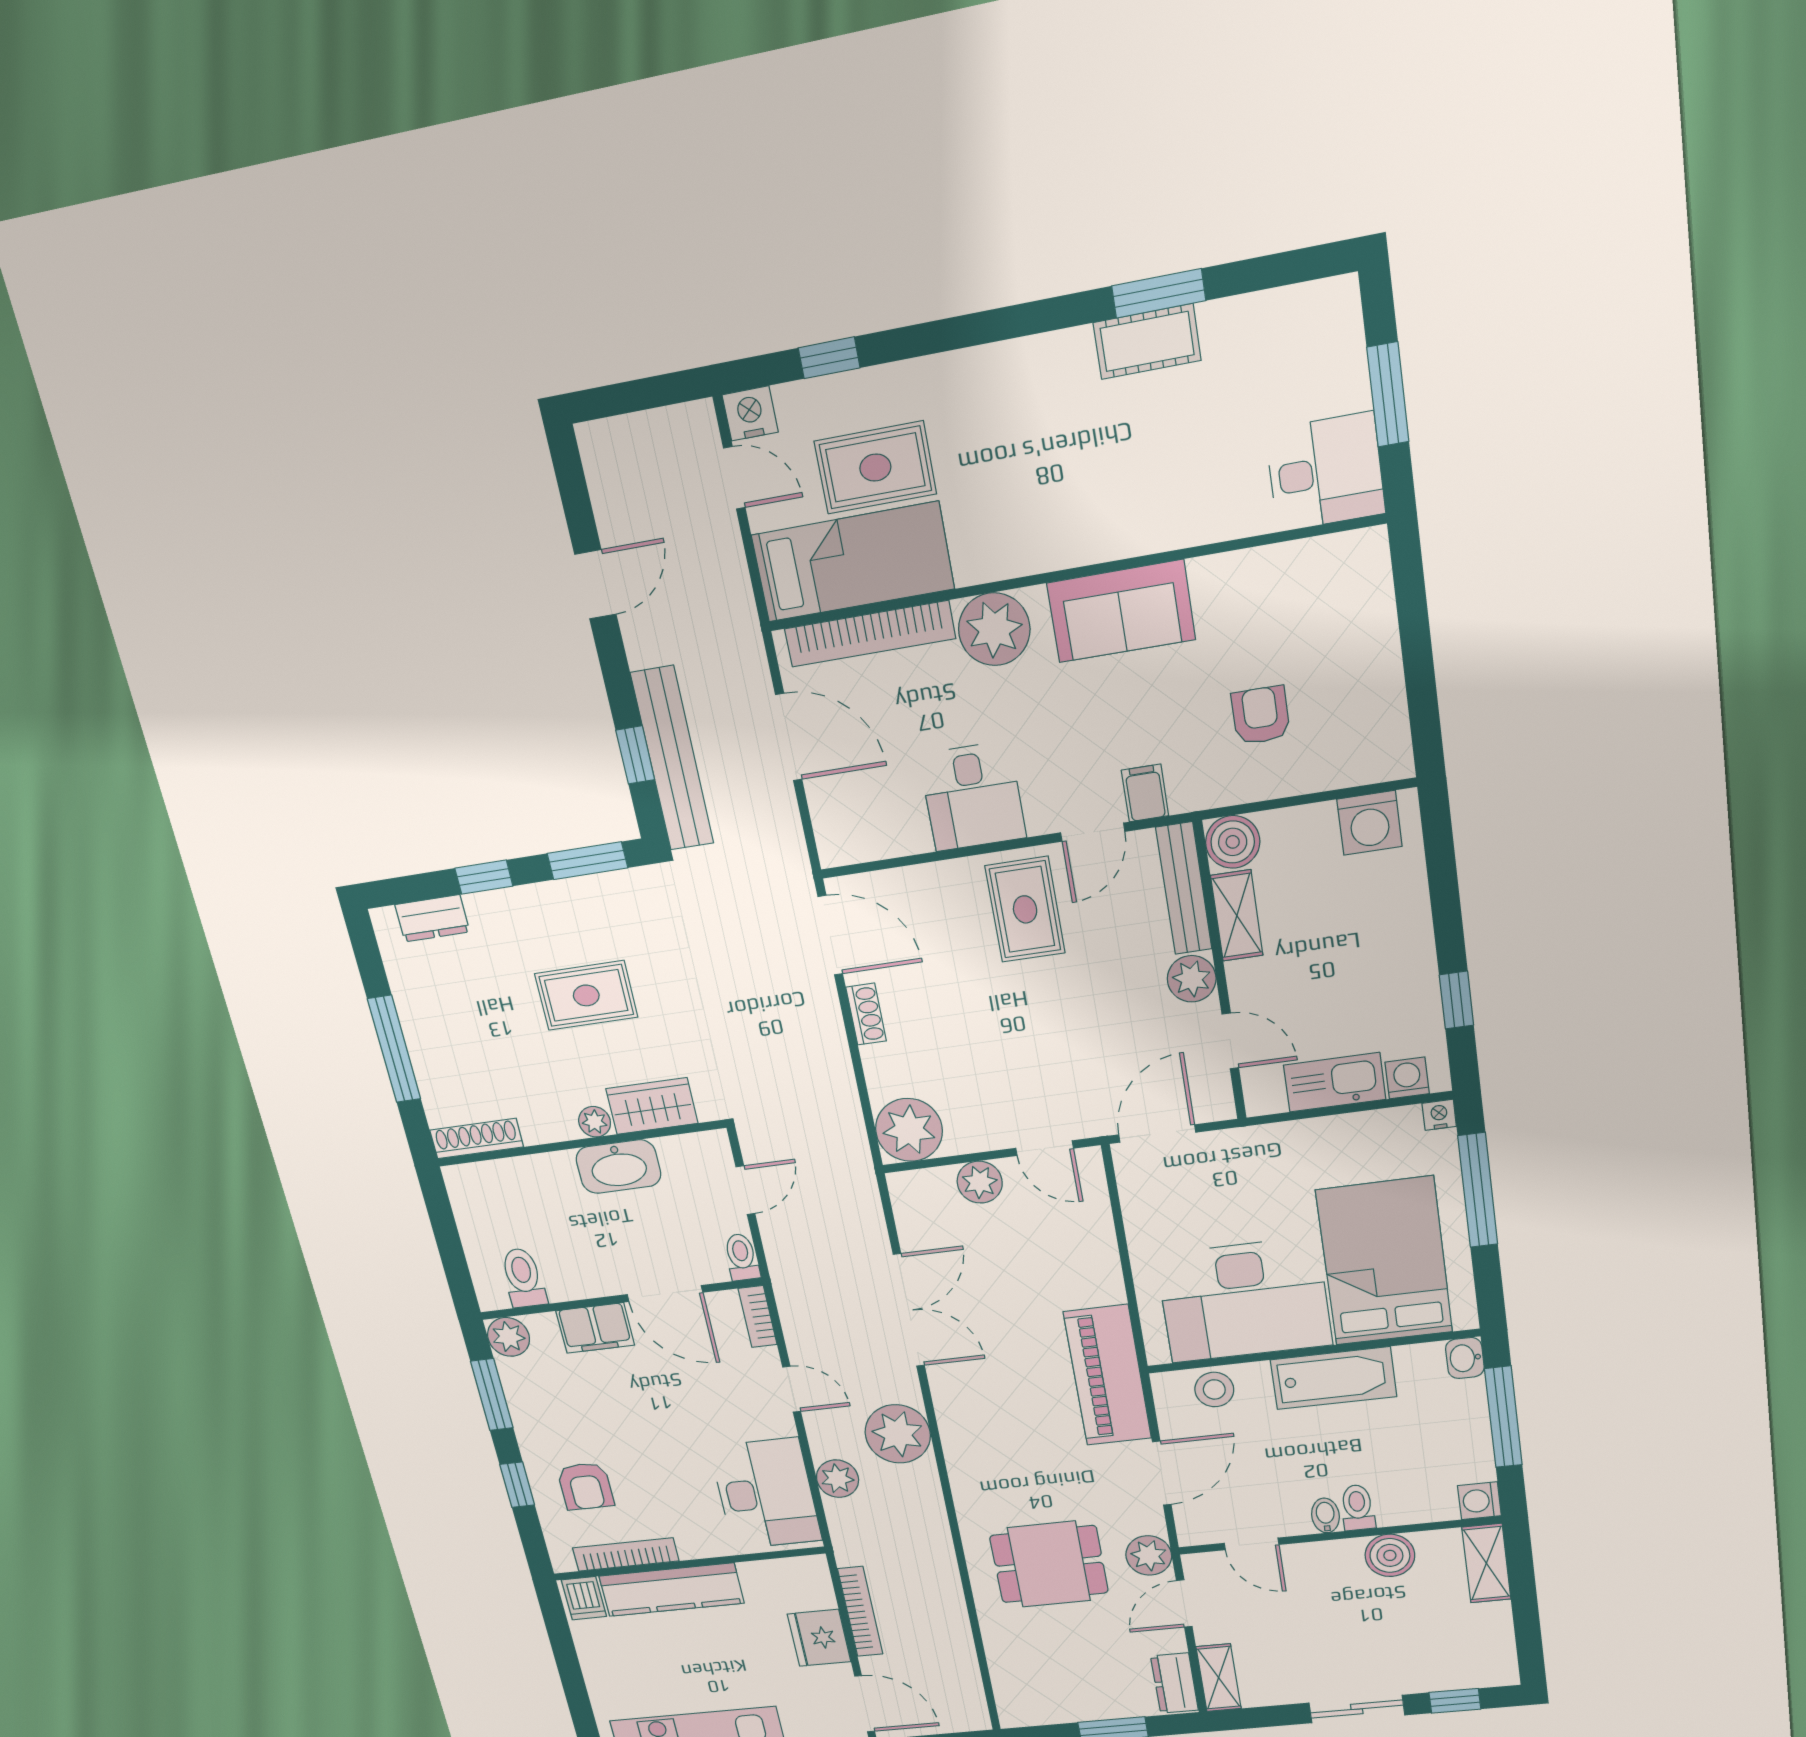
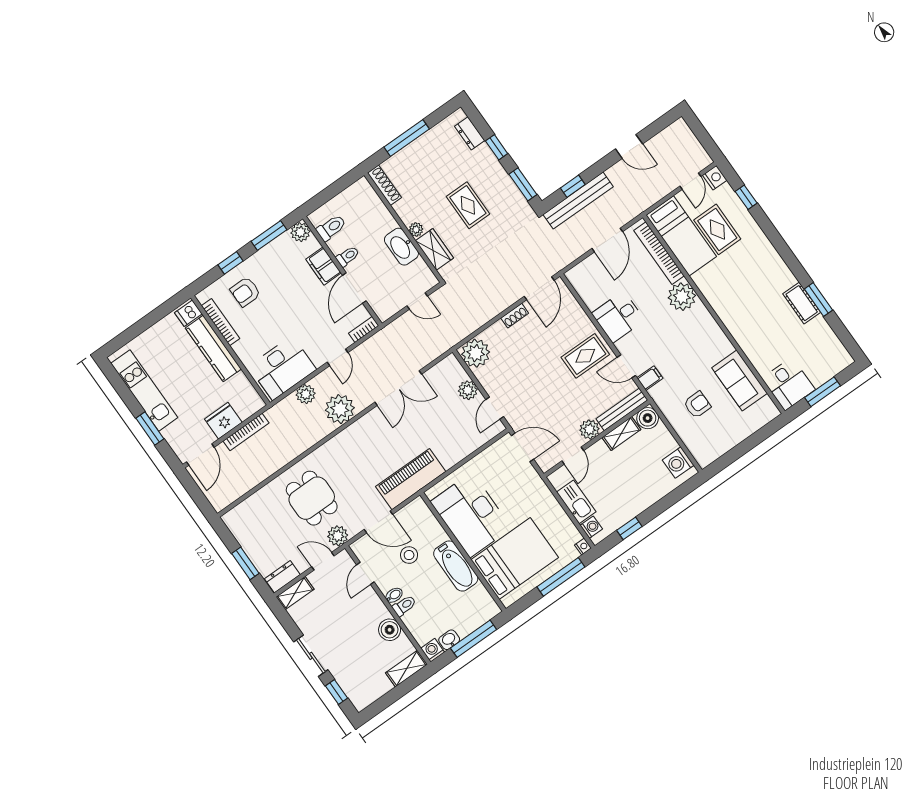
sofa: (1121, 611) -> (740, 381), moved
toilet: (742, 1257) -> (348, 256), moved
washbasin: (1465, 1358) -> (449, 640), moved
stool: (1214, 1389) -> (409, 555), moved

